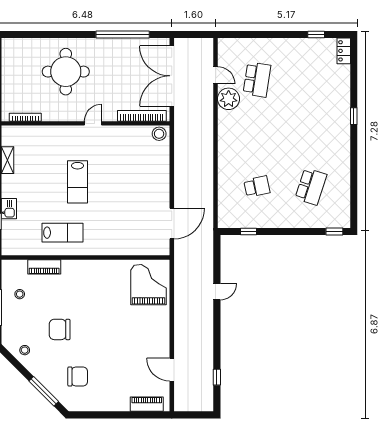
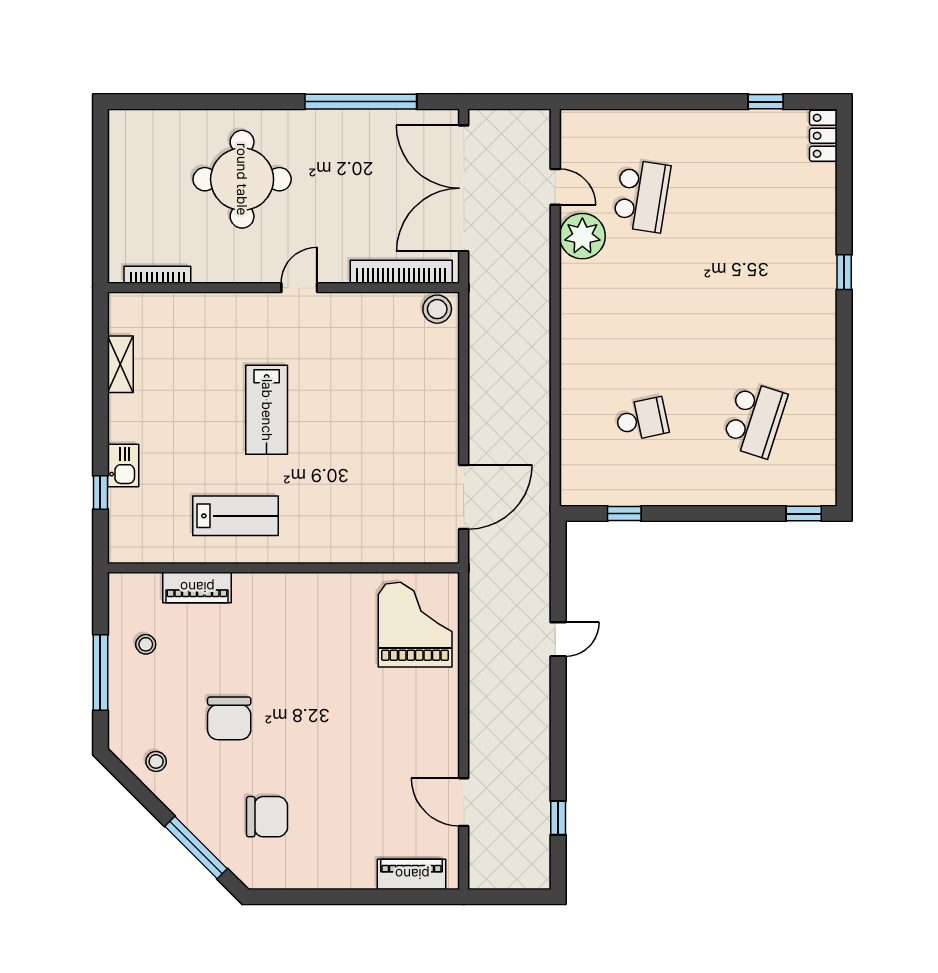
chair: (60, 329) -> (229, 718), turned -90

